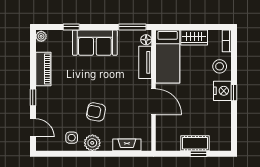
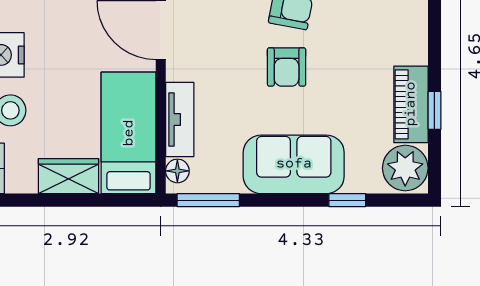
plant: (41, 36) -> (405, 168), width x1.87, depth x1.87
armchair: (98, 86) -> (287, 67), added
window: (33, 97) -> (434, 110), moved

